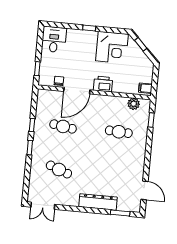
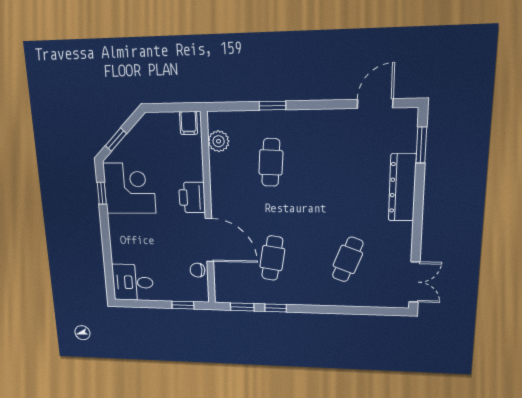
window: (89, 28) -> (102, 193), moved
window: (151, 120) -> (272, 106), moved
window: (30, 148) -> (242, 307), moved

